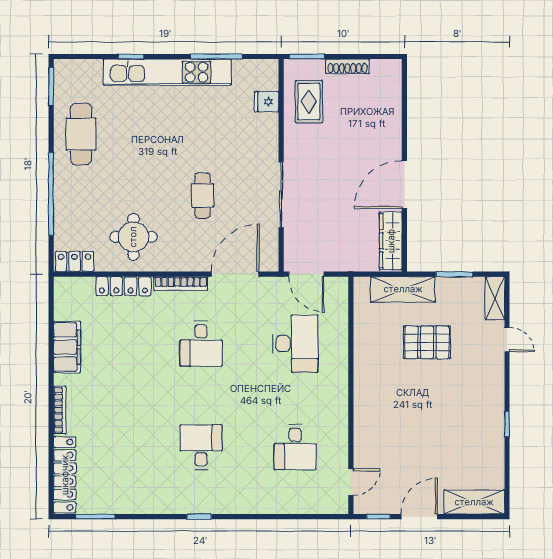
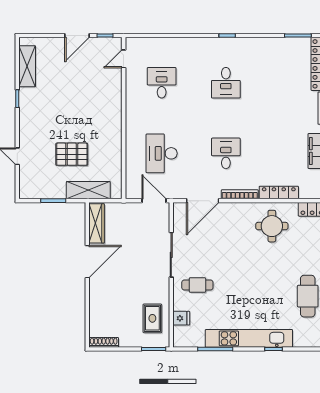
shoe rack: (347, 66) -> (104, 342), moved
cafe table: (203, 195) -> (197, 285), moved, turned 90
shelving: (495, 298) -> (26, 184), removed
shelving: (474, 502) -> (27, 66), moved, turned 90

